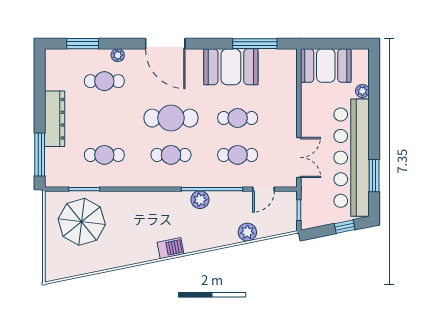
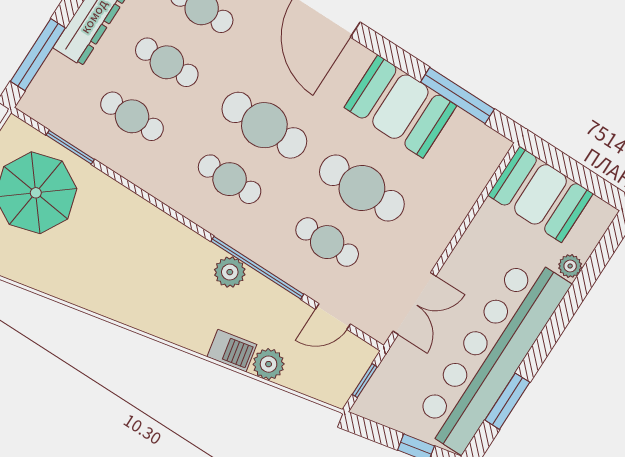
cafe table: (104, 118) -> (167, 62), added
cafe table: (238, 118) -> (362, 188), width x1.37, depth x1.35
barbecue: (170, 248) -> (232, 351), moved

